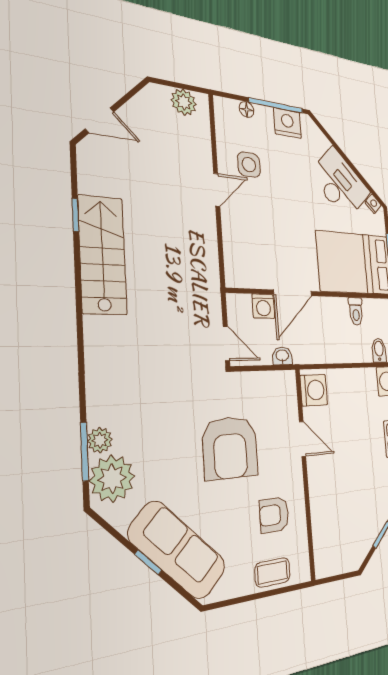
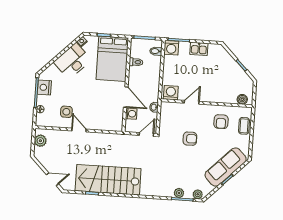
door: (100, 120) -> (52, 179), hinge flipped
stairs: (102, 255) -> (108, 180), width x1.36, depth x1.51
armchair: (230, 448) -> (190, 139), width x0.53, depth x0.53
plant: (112, 479) -> (198, 194), width x0.53, depth x0.53
boiler: (323, 553) -> (242, 99), added

